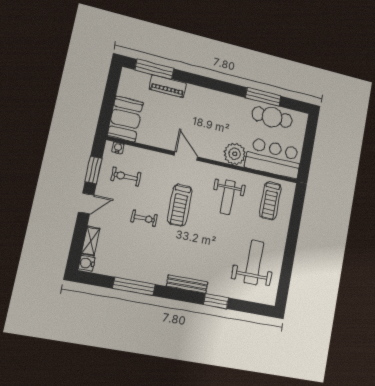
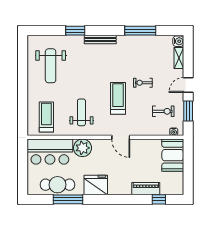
window: (154, 69) -> (159, 199), width x0.46
fridge: (227, 106) -> (96, 185), added

